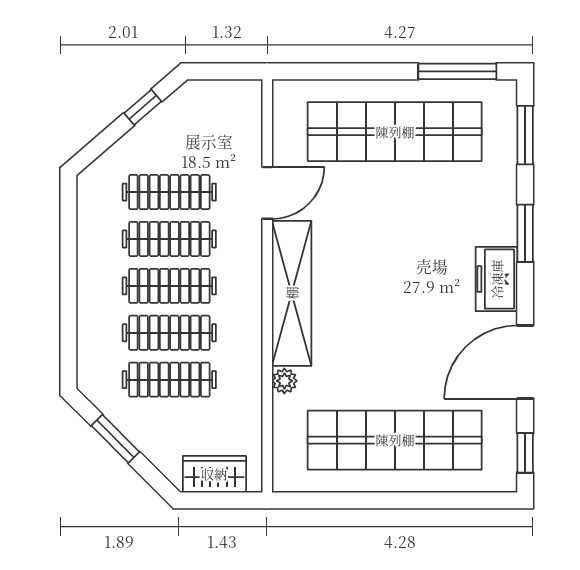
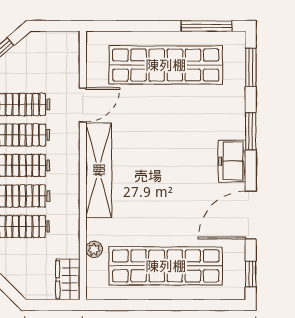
plant: (284, 381) -> (94, 249), moved
wardrobe: (214, 474) -> (68, 279), moved, turned -90

